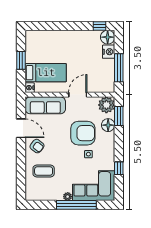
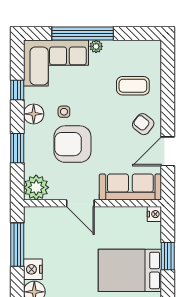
bed: (46, 73) -> (130, 270), moved, width x1.50
door: (78, 95) -> (80, 203), hinge flipped
window: (119, 116) -> (17, 148), moved
floor lamp: (108, 125) -> (34, 114), moved
door: (21, 128) -> (168, 151), hinge flipped

